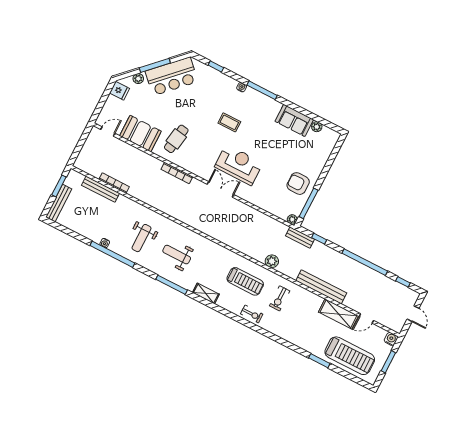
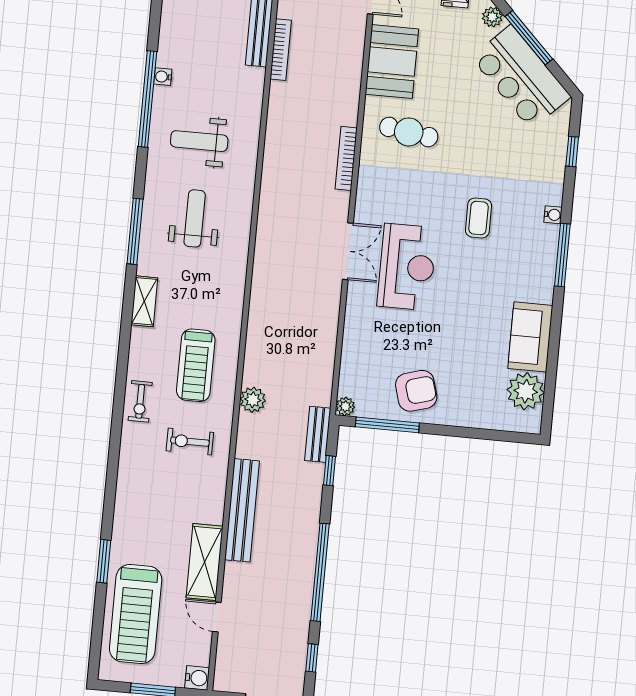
plant: (317, 127) -> (526, 391), width x1.88, depth x1.88
armchair: (298, 184) -> (416, 391), turned 74

